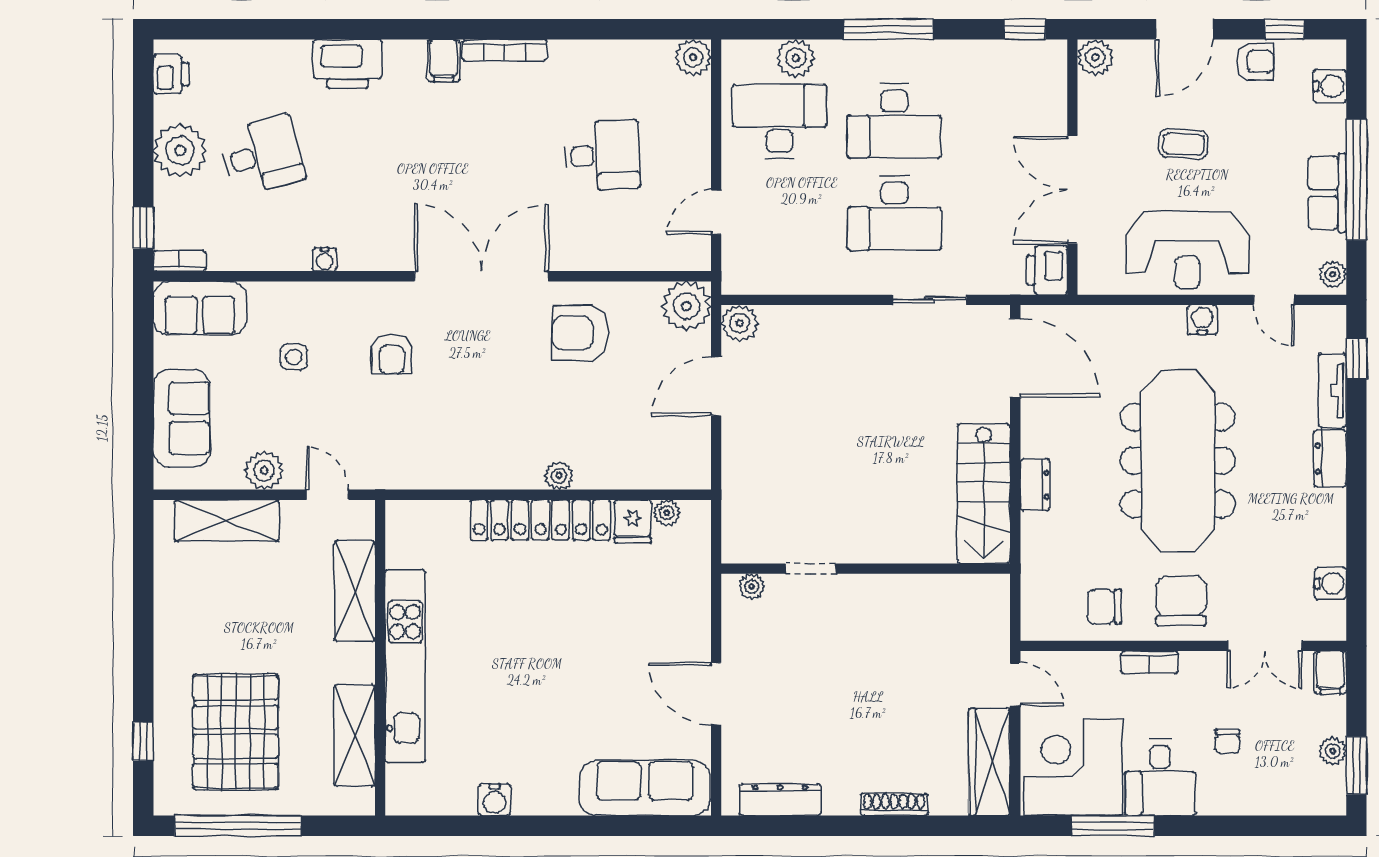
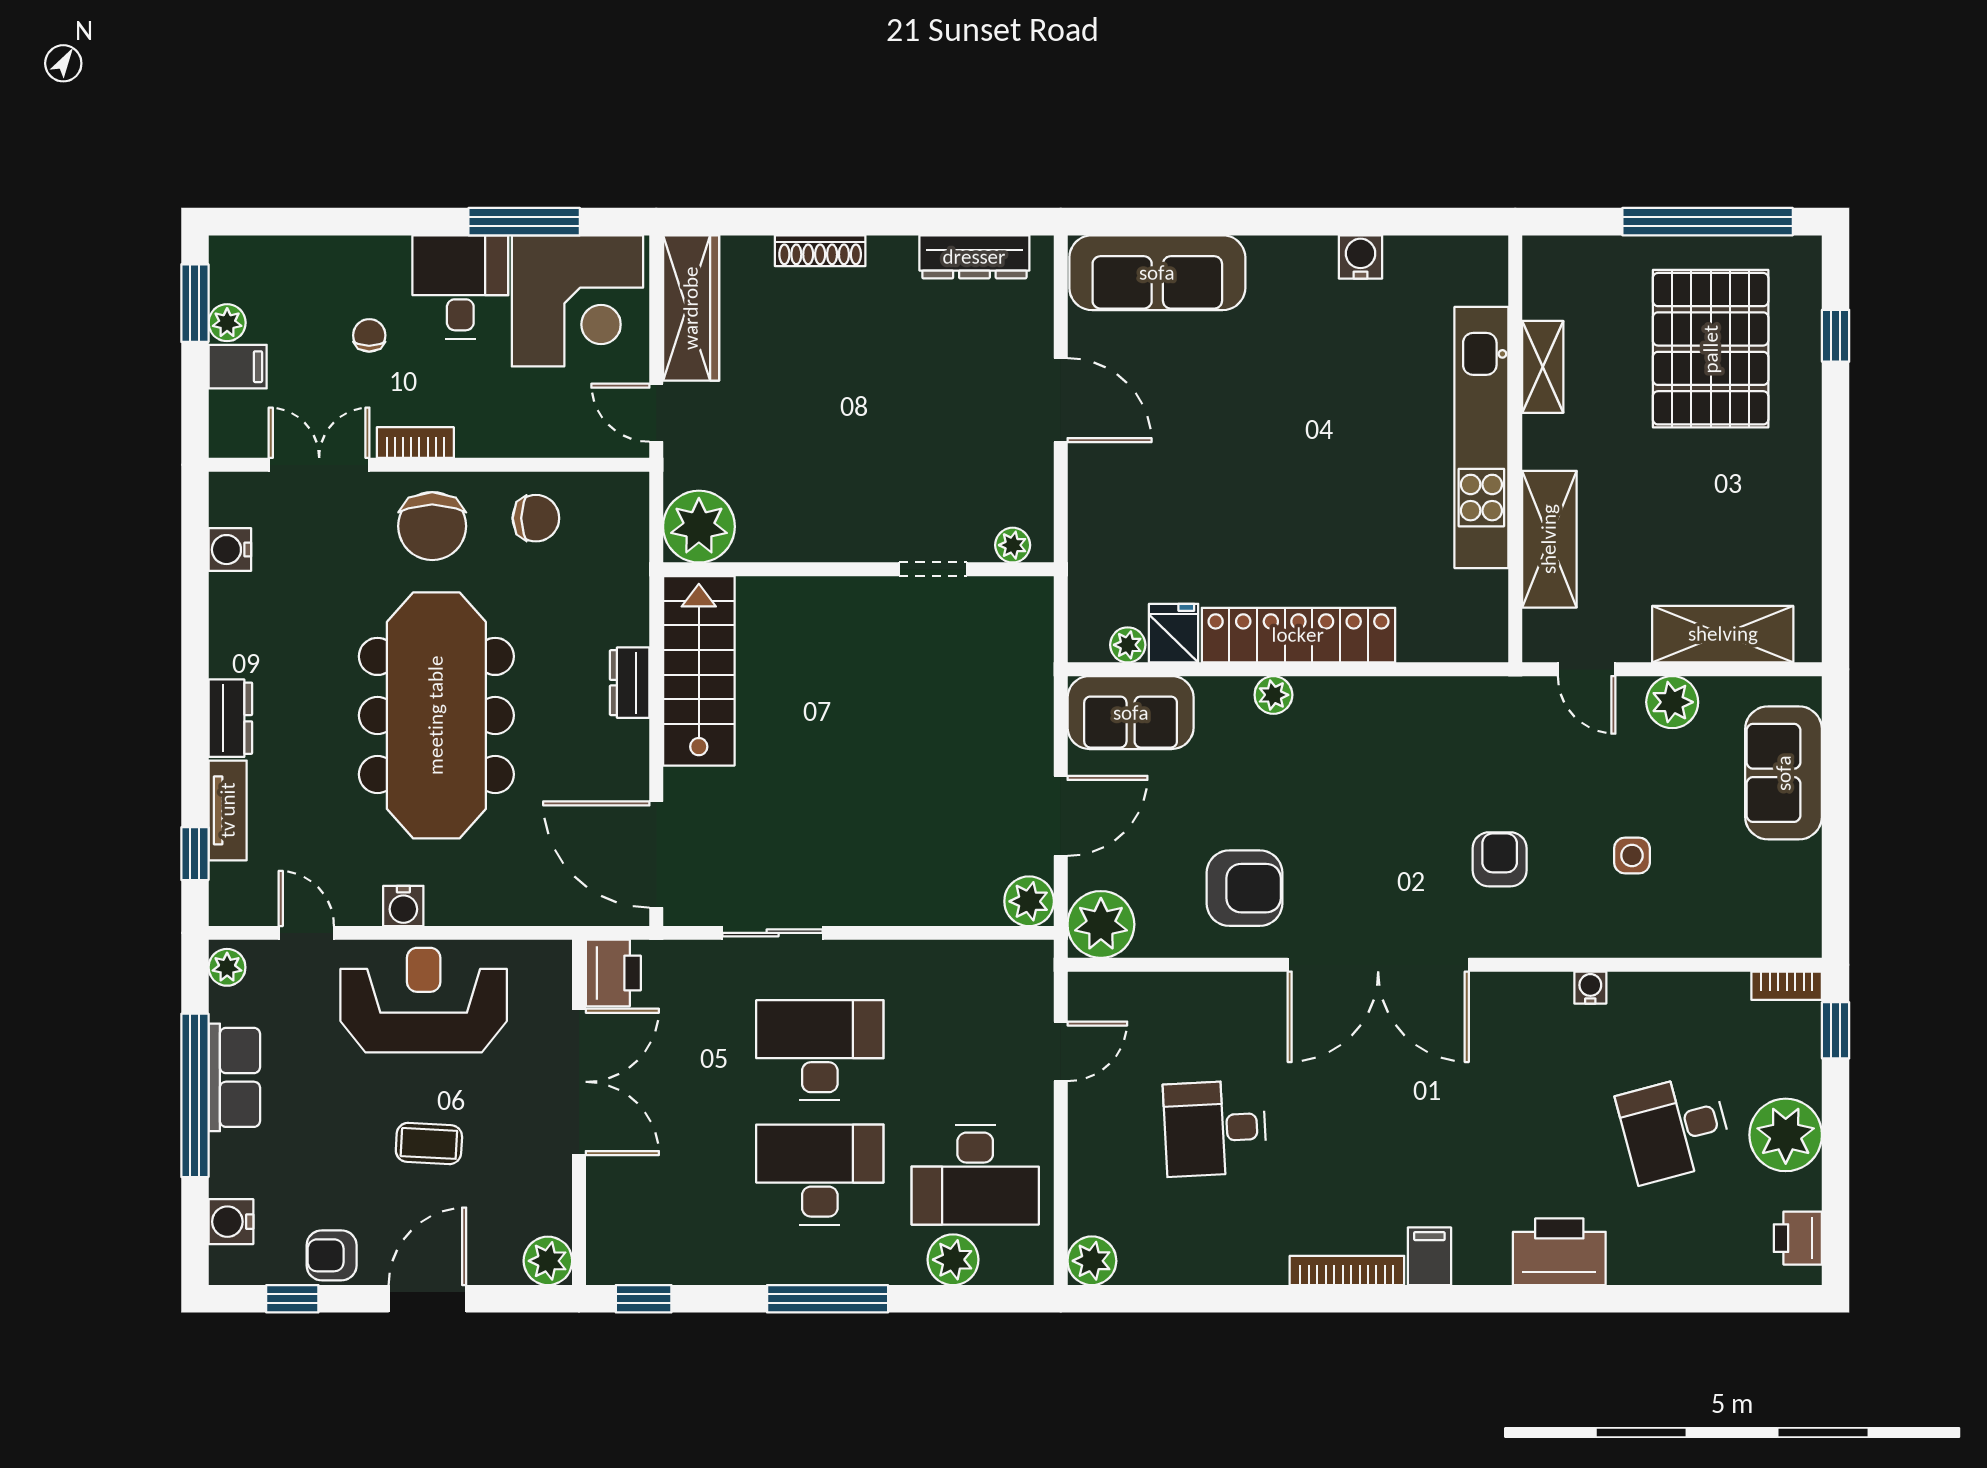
sofa: (200, 308) -> (1131, 713), moved, turned 180
plant: (984, 600) -> (699, 527), added
bookcase: (1149, 662) -> (415, 443), moved
filing cabinet: (1330, 672) -> (238, 367), moved, turned 90
shelving: (355, 735) -> (1543, 367), width x0.67, depth x0.75

